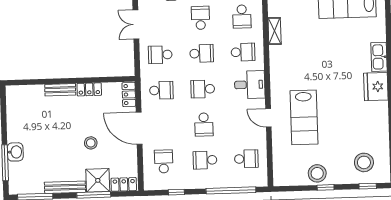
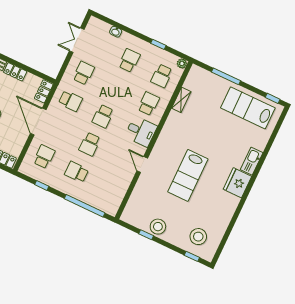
school desk: (243, 52) -> (149, 104), turned -90
school desk: (202, 53) -> (116, 88), removed
school desk: (160, 55) -> (84, 73), turned 90
school desk: (203, 89) -> (103, 116), turned -90
lab bench: (304, 117) -> (188, 175), moved
school desk: (246, 159) -> (109, 187), removed
window: (326, 187) -> (146, 235), moved

